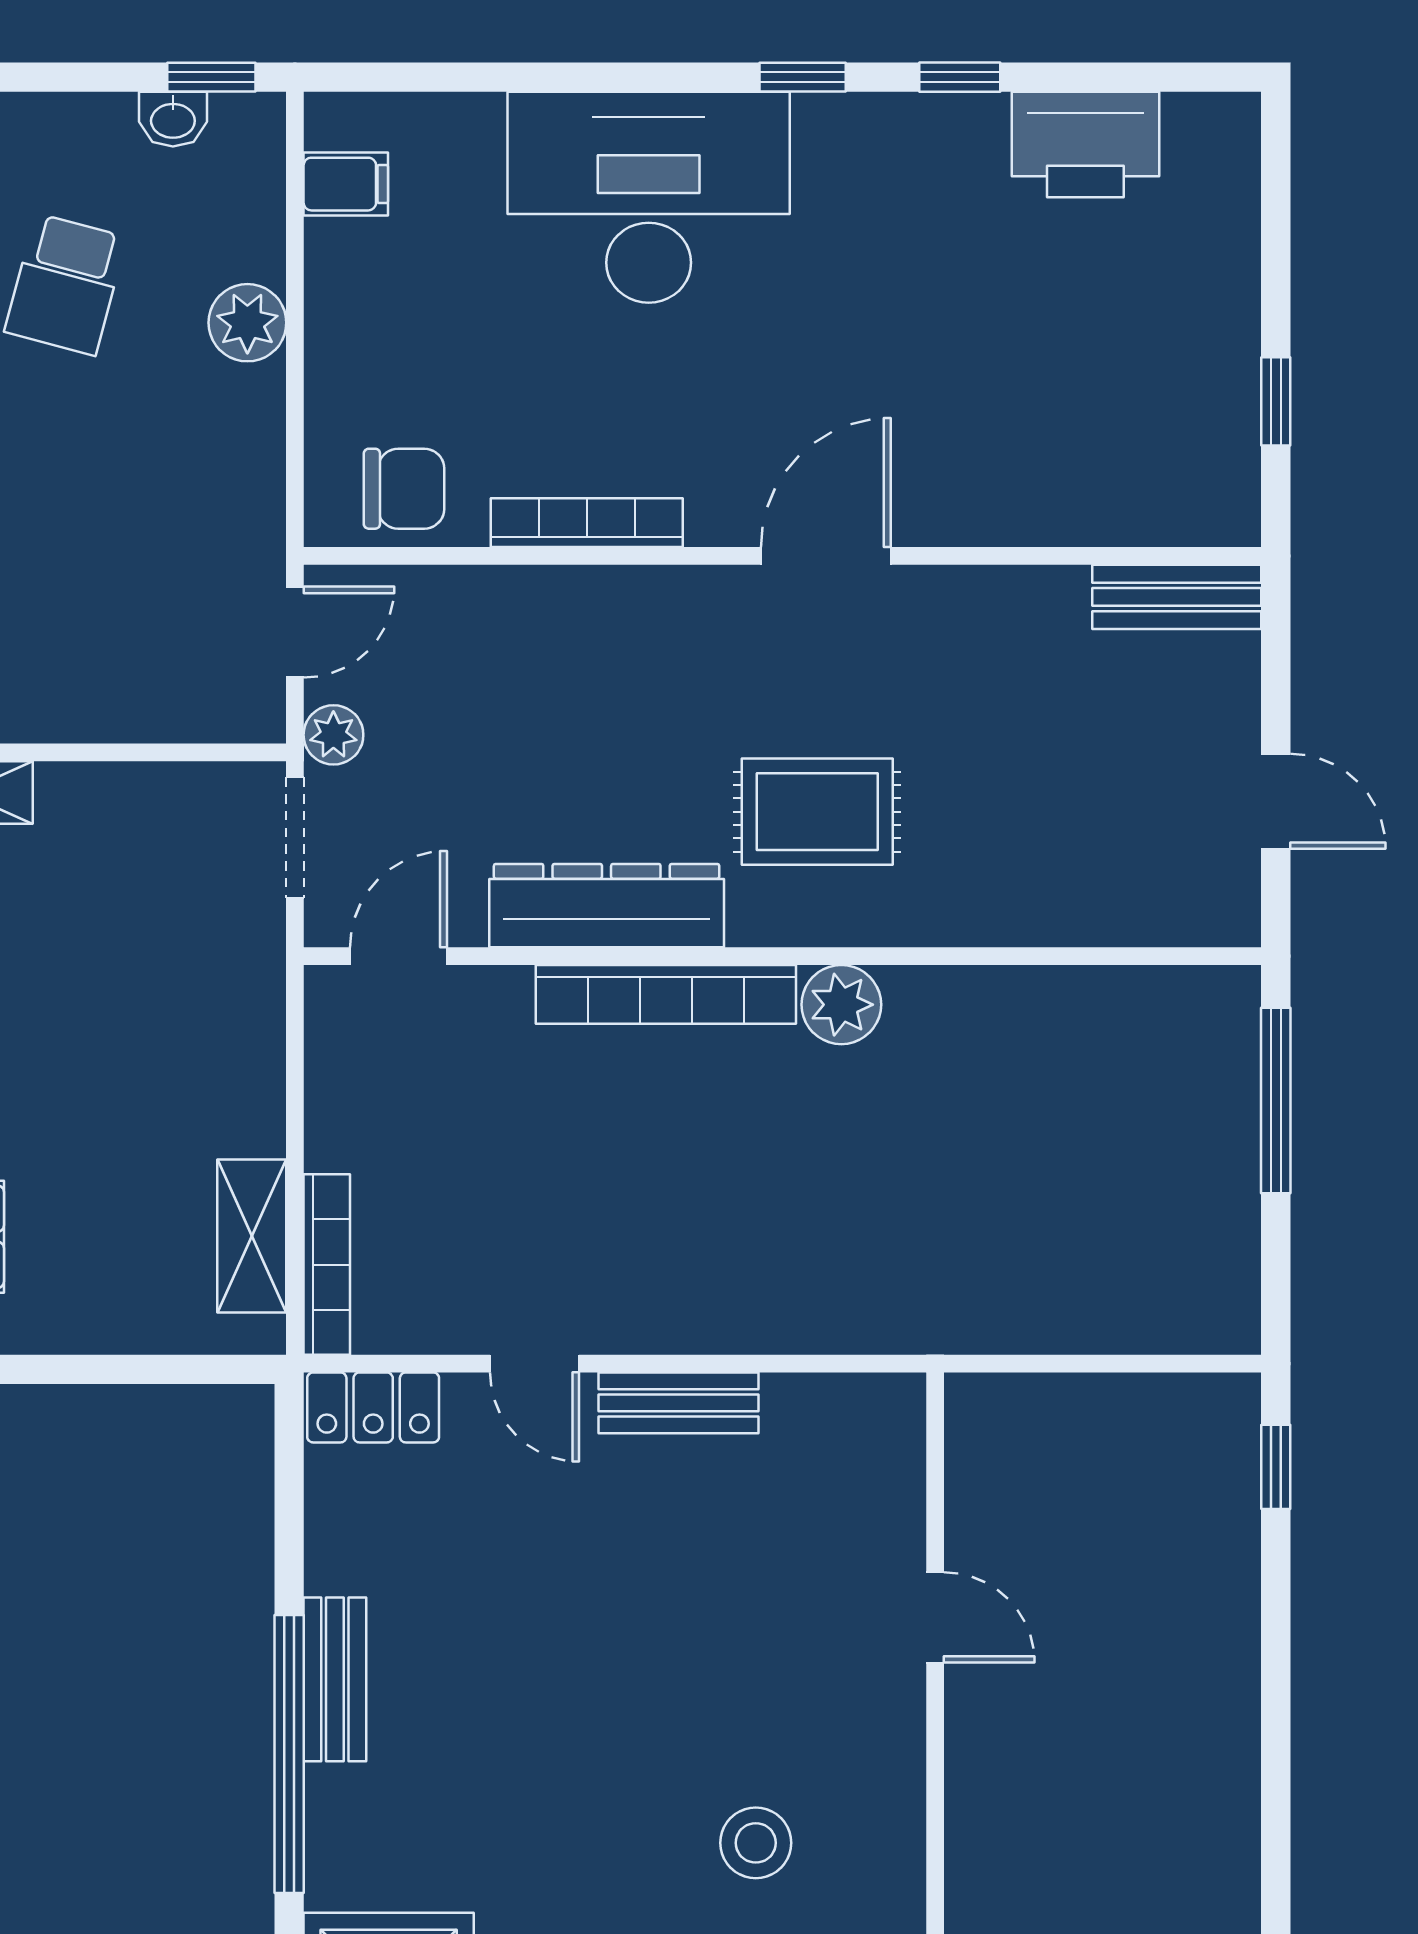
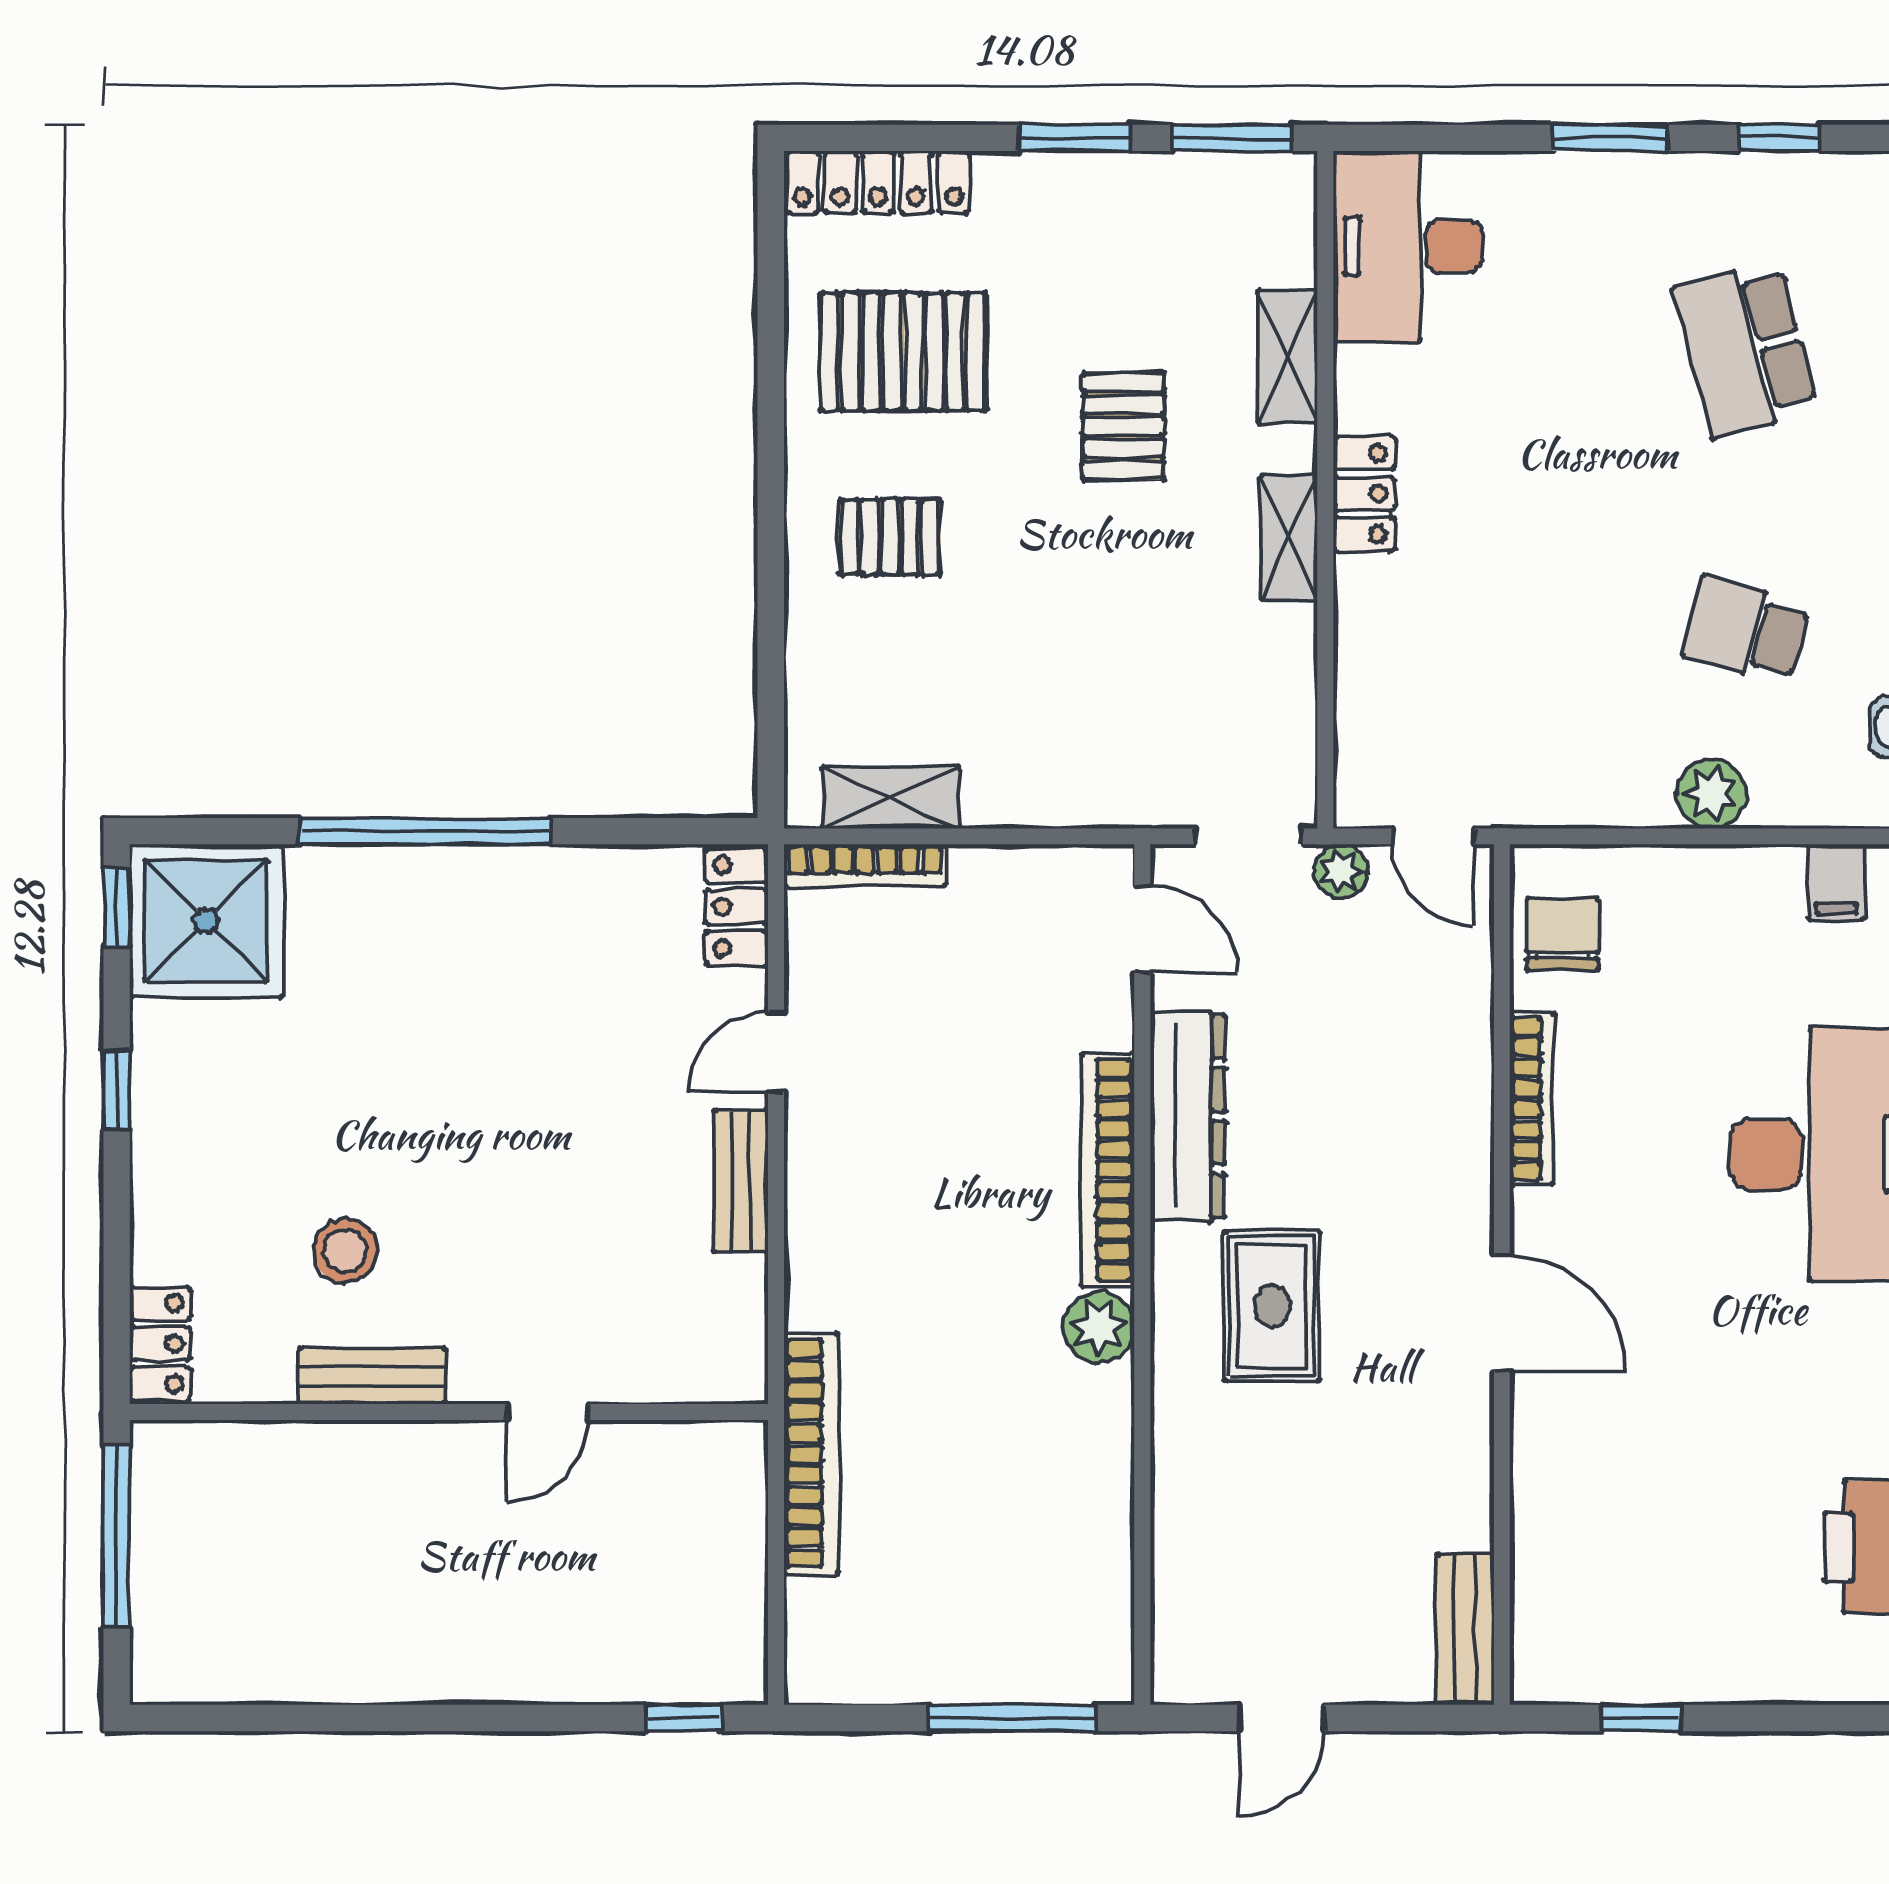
chair: (404, 489) -> (1562, 934), turned 180
bookcase: (982, 1325) -> (811, 1454), added
bench: (335, 1679) -> (372, 1376), moved

